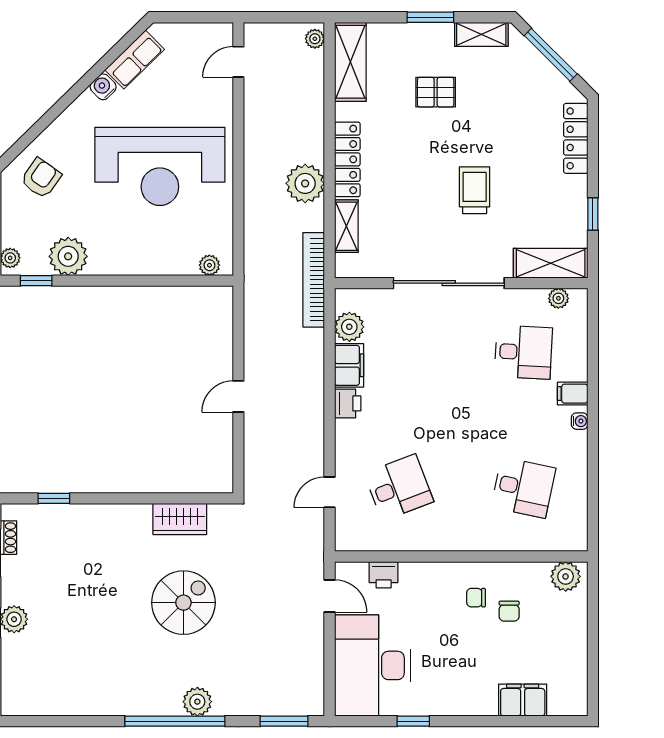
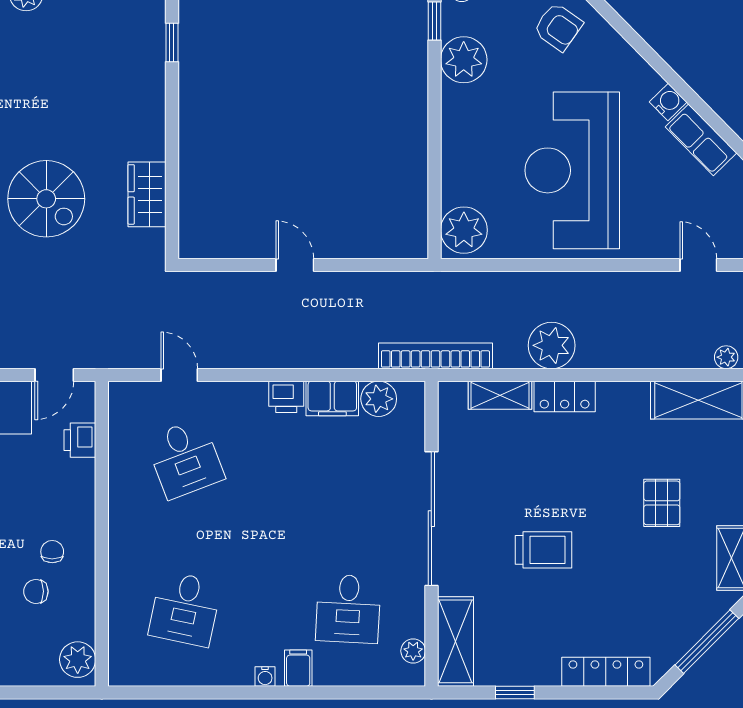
locker: (347, 159) -> (565, 396), width x0.66
plant: (209, 265) -> (464, 230), width x1.87, depth x1.87

